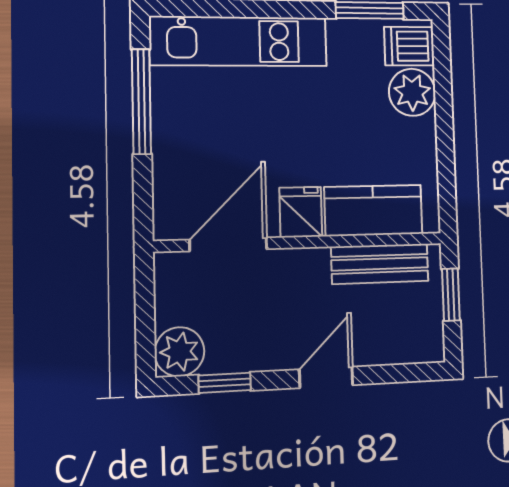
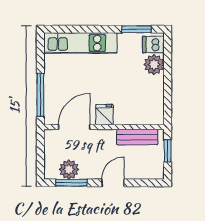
window: (141, 101) -> (40, 95), moved
kitchen counter: (373, 210) -> (135, 115), removed
plant: (179, 352) -> (69, 169), moved
window: (225, 383) -> (71, 183), width x1.50

